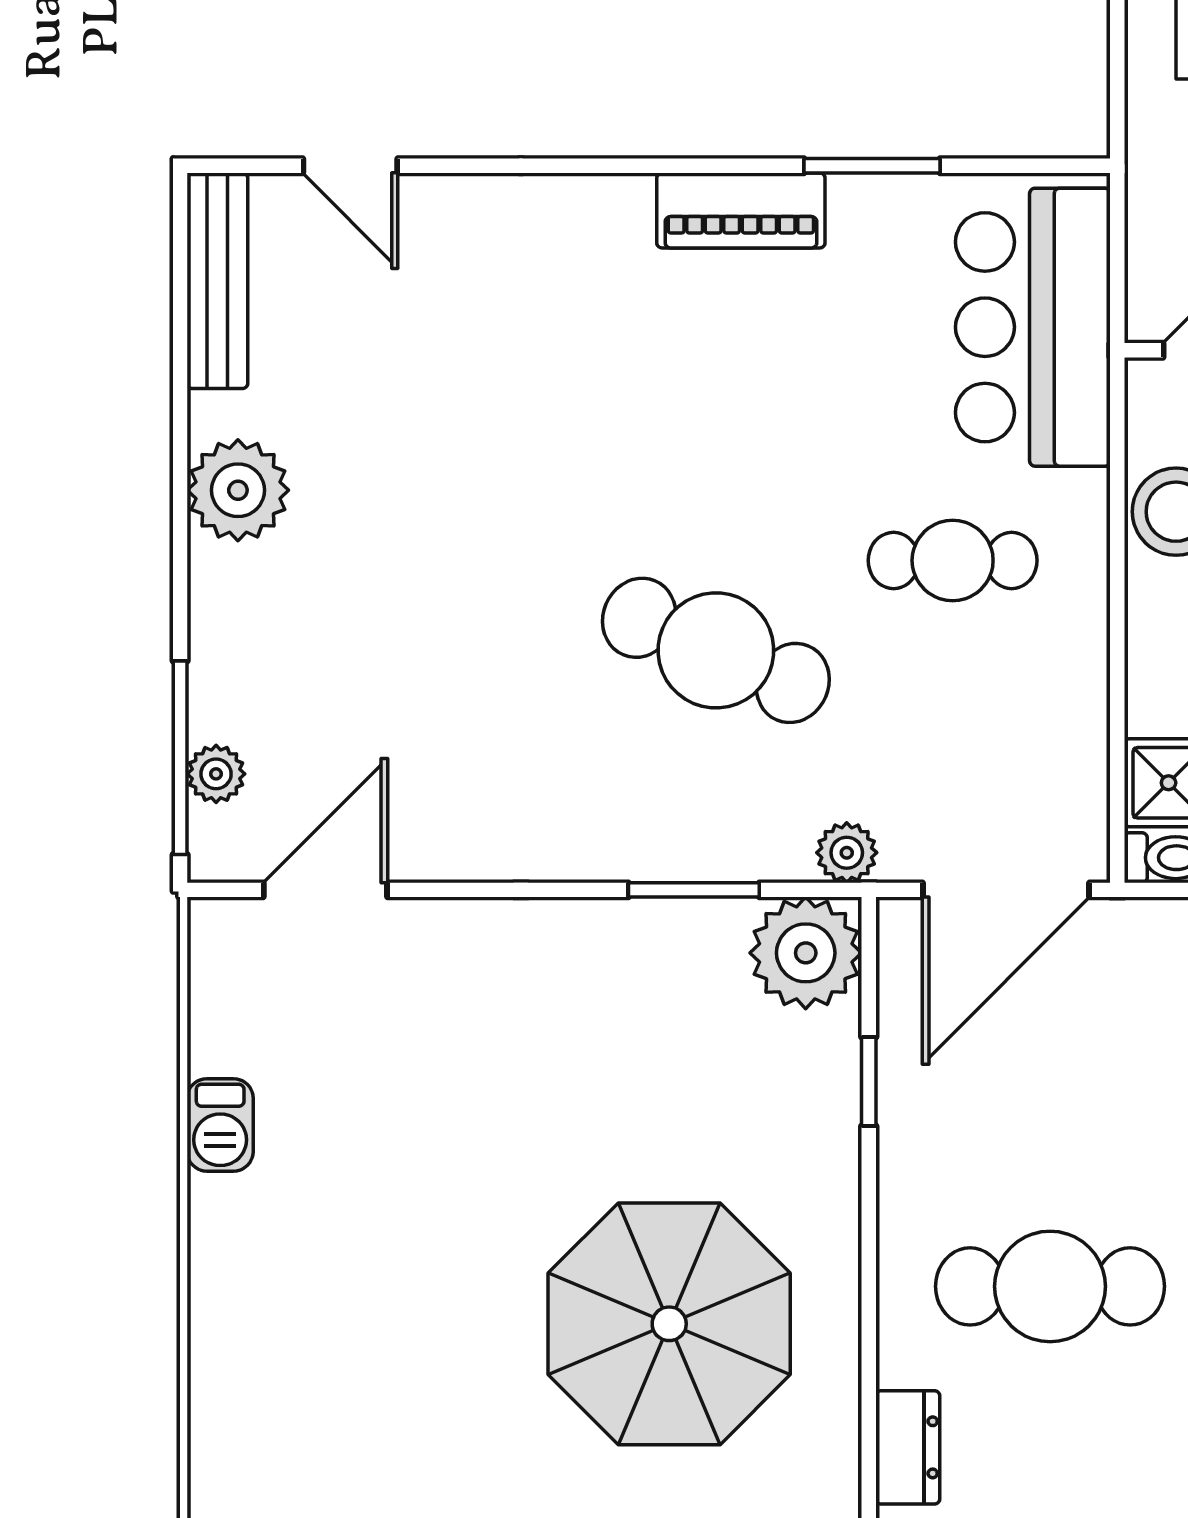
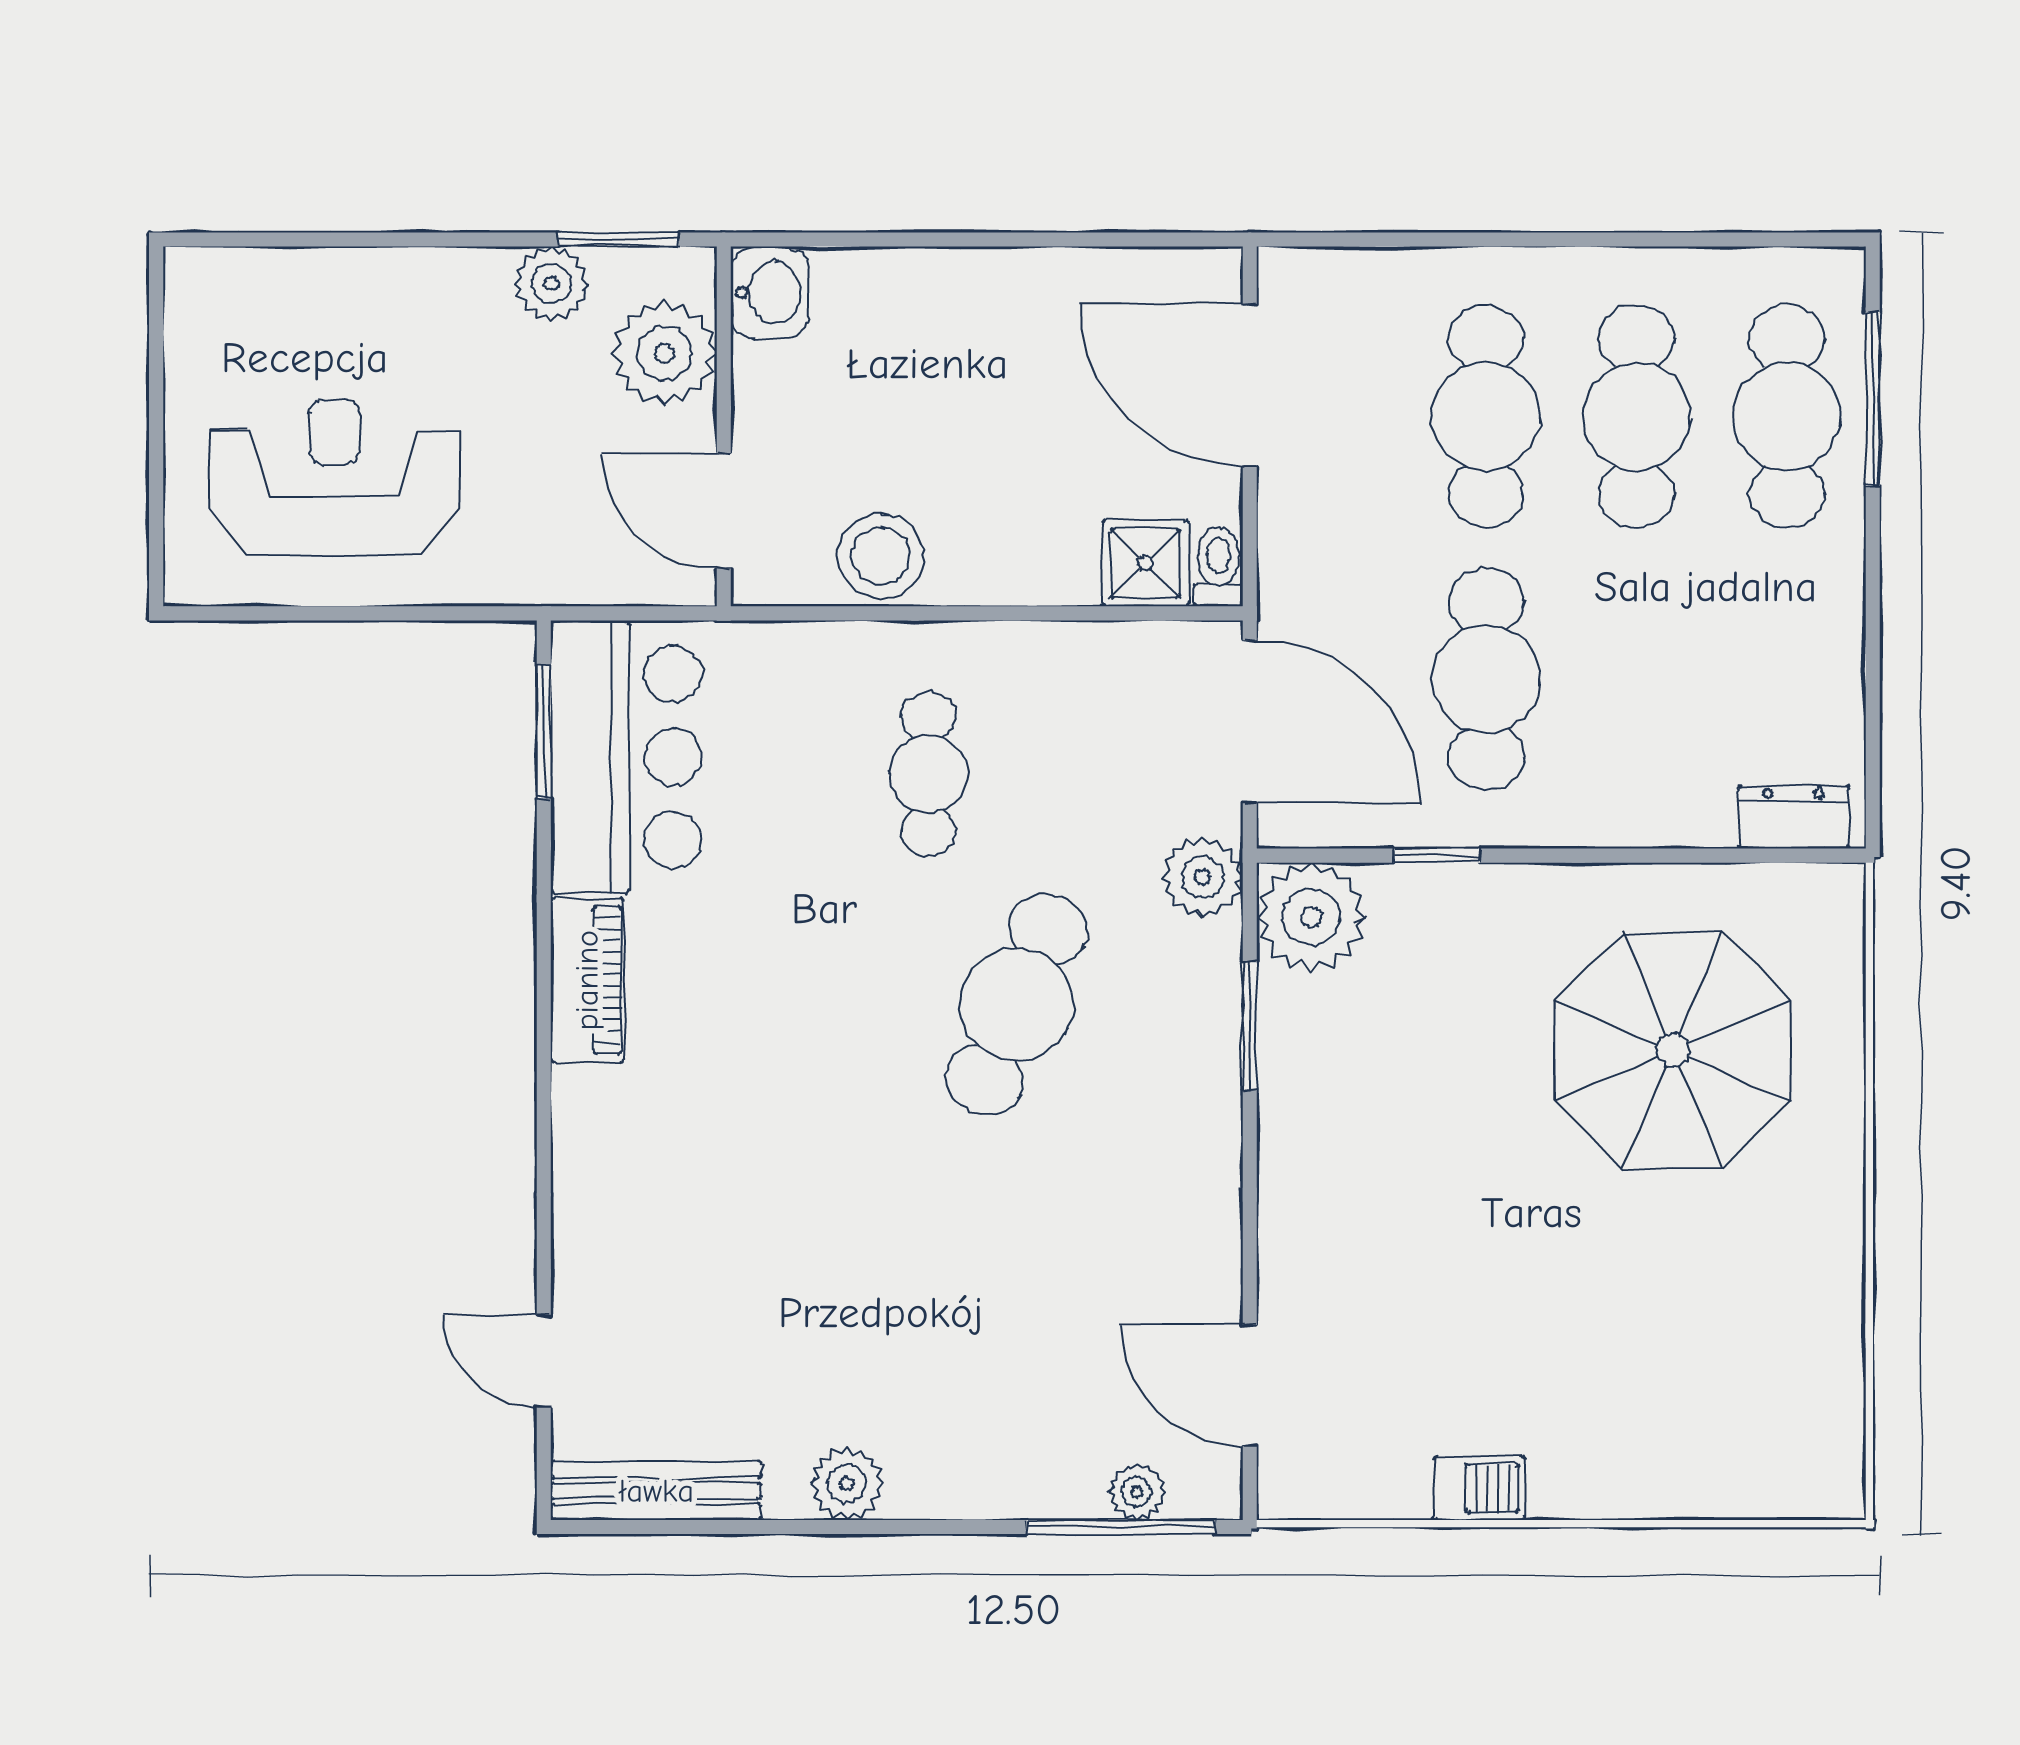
door: (350, 166) -> (544, 1361), swing flipped
window: (872, 166) -> (544, 731), moved
bar counter: (1033, 327) -> (626, 757), moved, turned -90
plant: (238, 490) -> (847, 1484), width x0.73, depth x0.73
plant: (847, 853) -> (1203, 877), width x1.38, depth x1.38
cafe table: (1050, 1286) -> (1486, 679), moved

